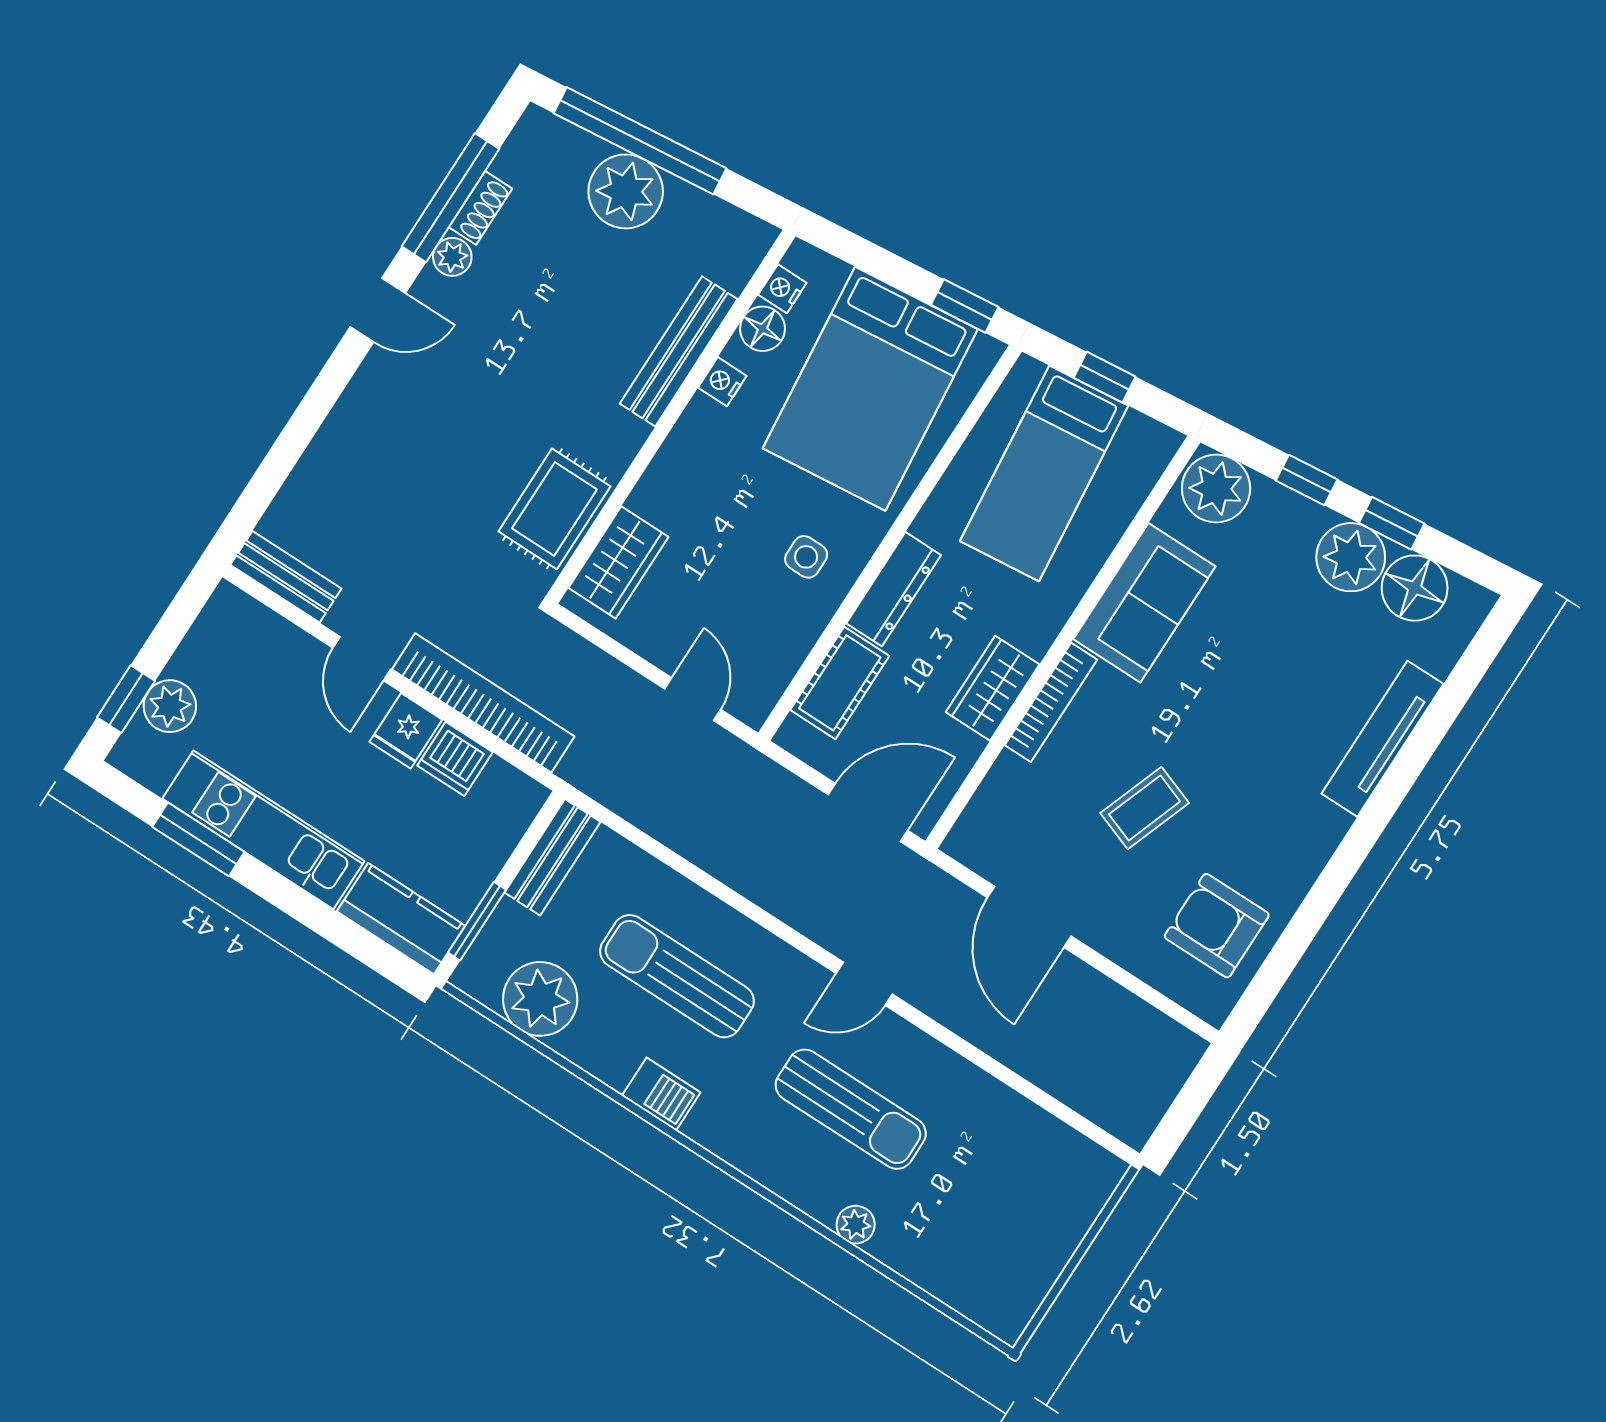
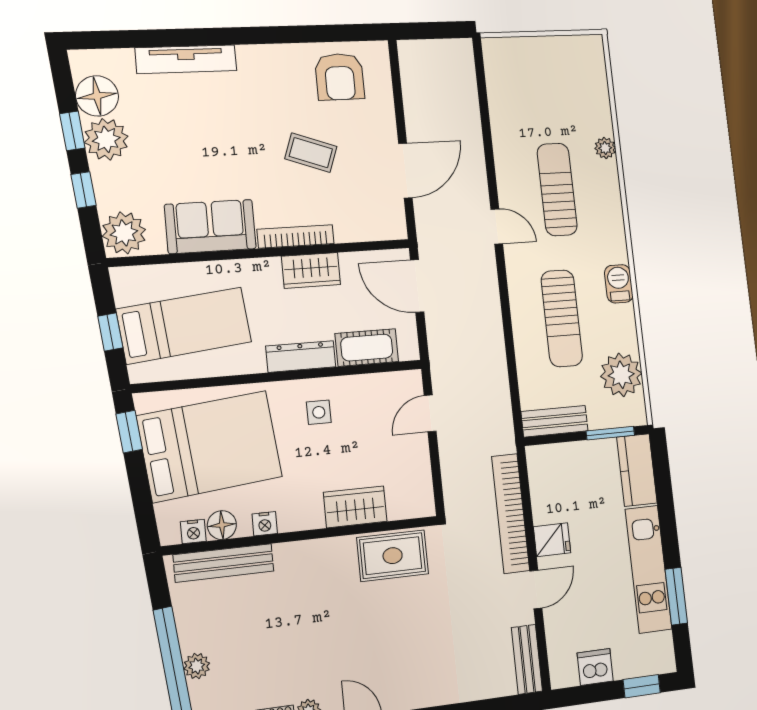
plant: (626, 191) -> (197, 666), width x0.53, depth x0.53
bench: (679, 351) -> (224, 563), moved
wardrobe: (618, 562) -> (355, 507), moved
plant: (170, 706) -> (629, 662), removed
dishwasher: (455, 759) -> (595, 667), moved, turned -90

